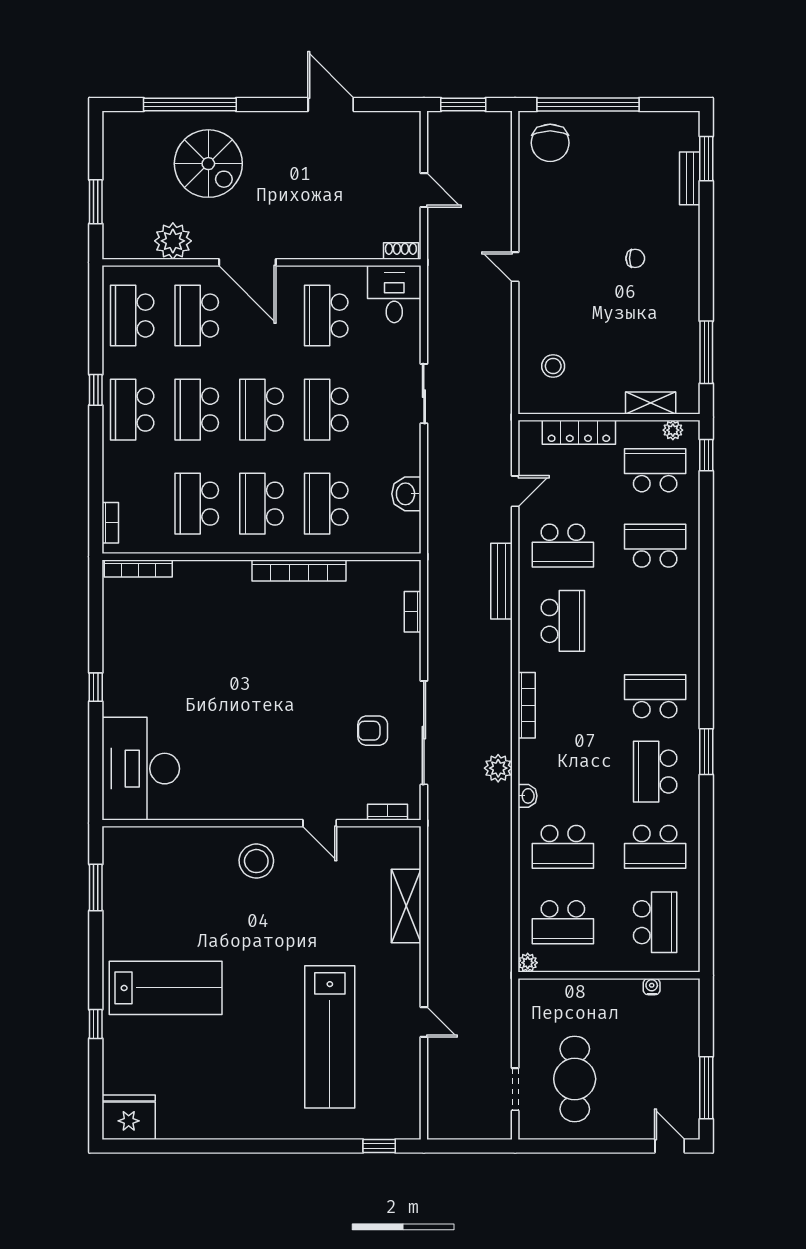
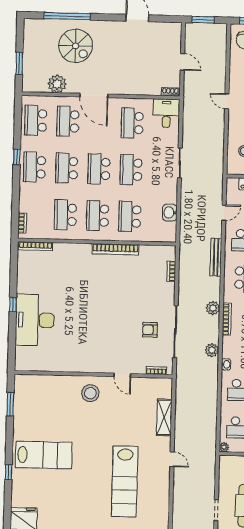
plant: (498, 683) -> (213, 308), added
desk: (141, 769) -> (35, 320), moved
door: (424, 1022) -> (172, 459), moved

